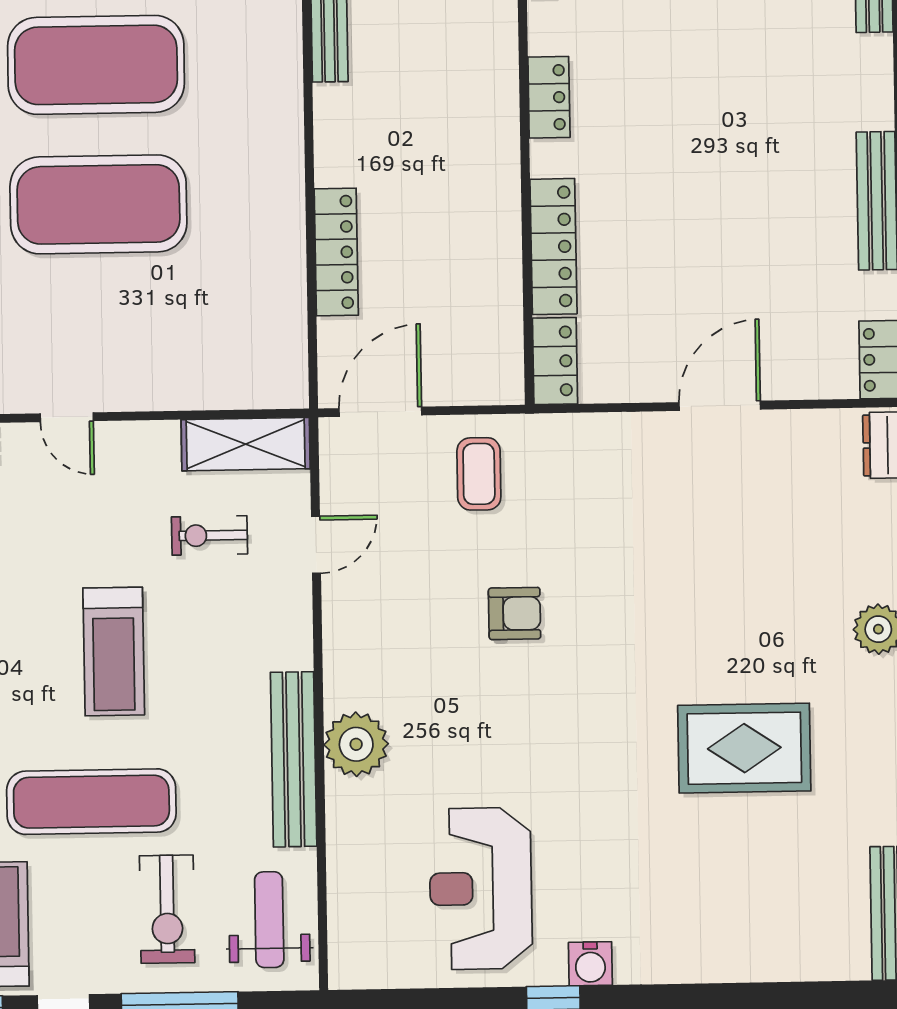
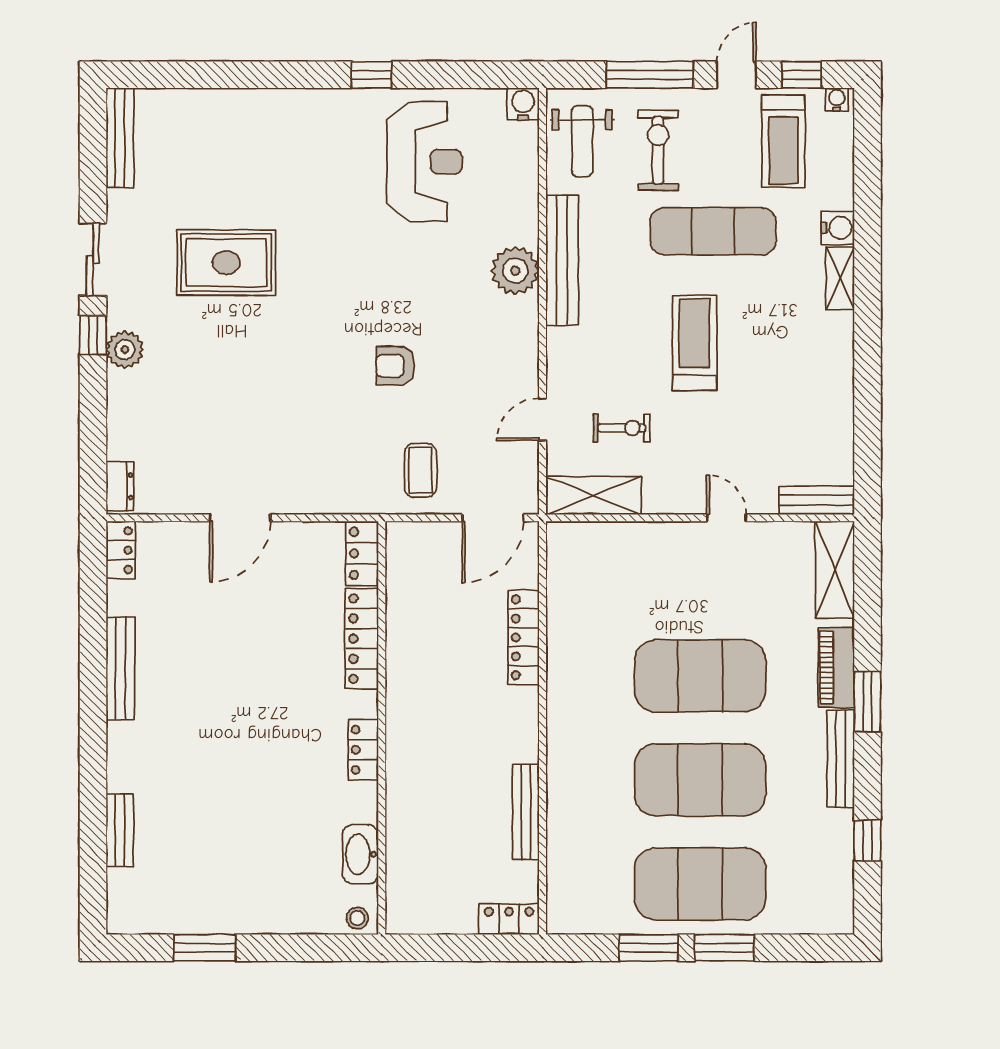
water cooler: (590, 964) -> (523, 104), moved

